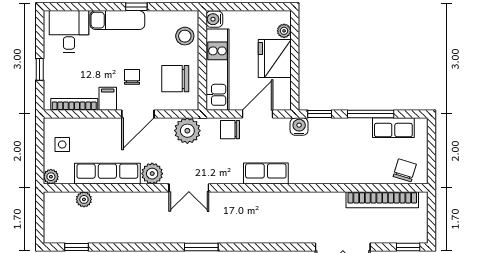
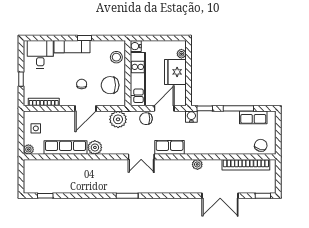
filing cabinet: (108, 99) -> (66, 98), removed
double door: (189, 188) -> (141, 157), moved
plant: (84, 199) -> (197, 164), moved

